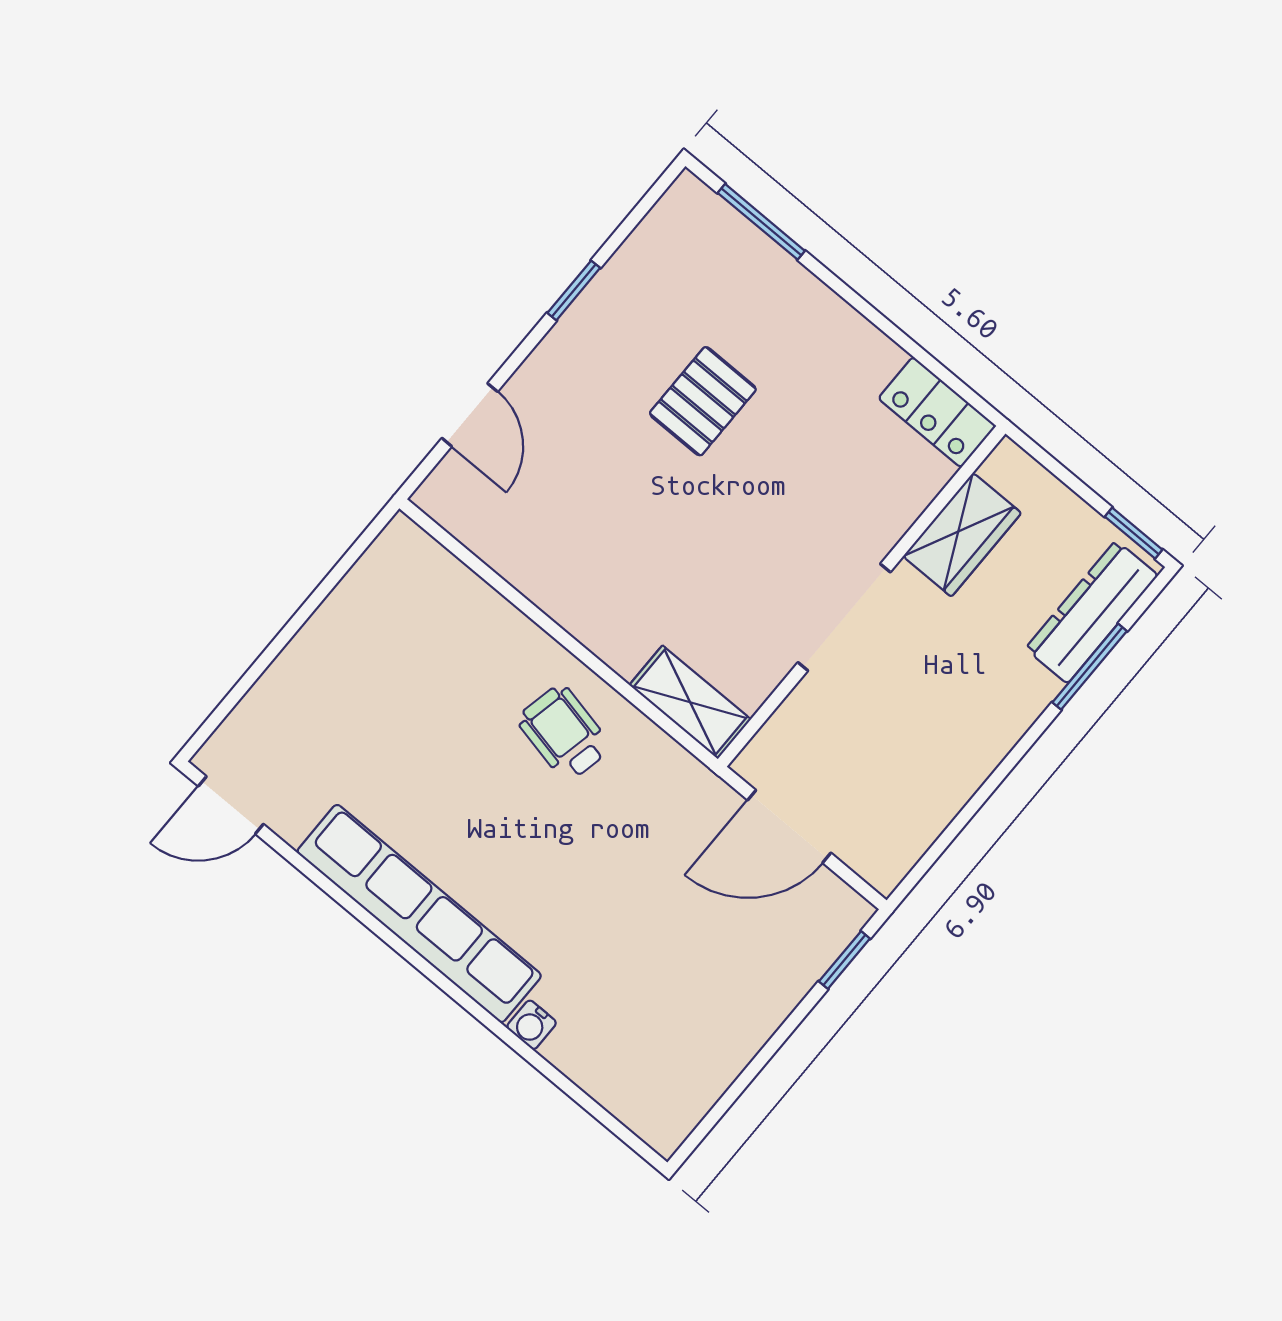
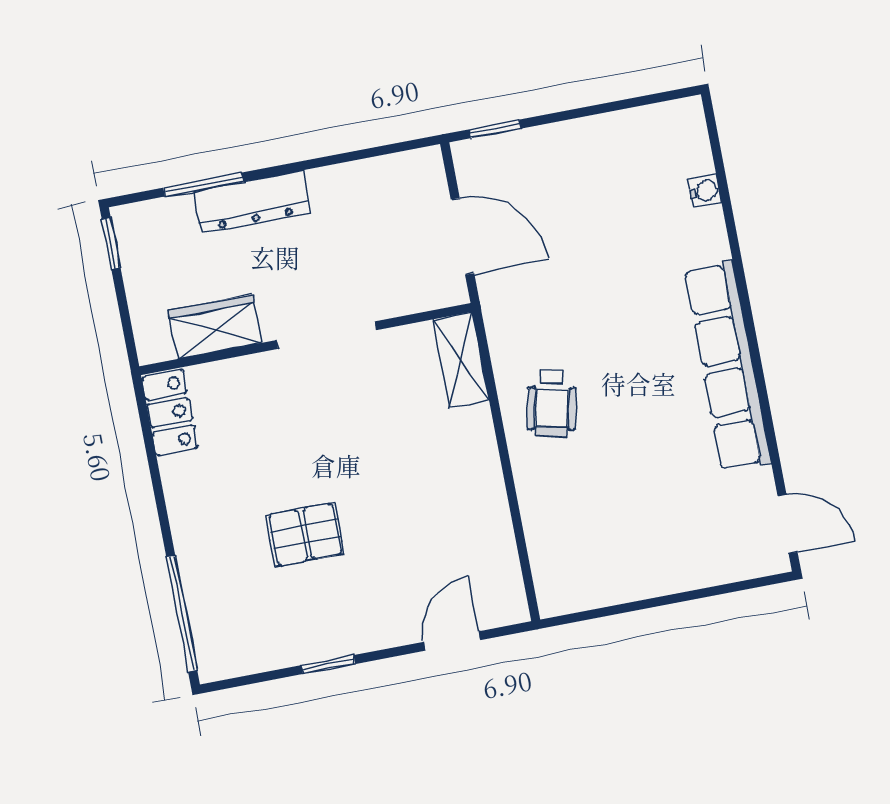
window: (761, 222) -> (182, 614), width x1.44
dresser: (1092, 612) -> (253, 202), moved
water cooler: (532, 1025) -> (705, 191), moved

